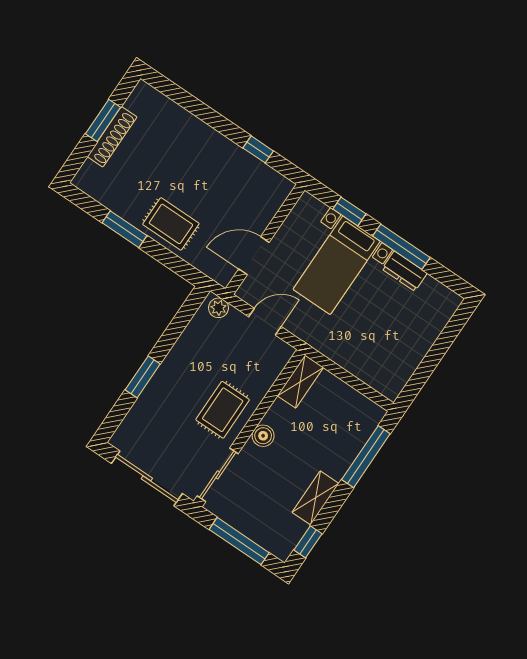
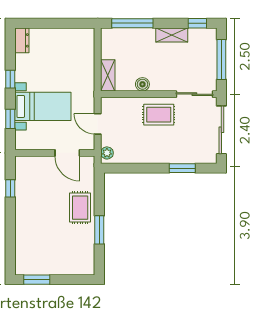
window: (103, 121) -> (37, 280), moved
shoe rack: (112, 137) -> (55, 269), removed
window: (401, 247) -> (10, 79), width x0.46
dresser: (404, 271) -> (22, 40), moved
window: (143, 377) -> (182, 168), moved
shelving: (300, 382) -> (108, 75), moved, turned 90
boiler: (263, 436) -> (142, 84), moved

